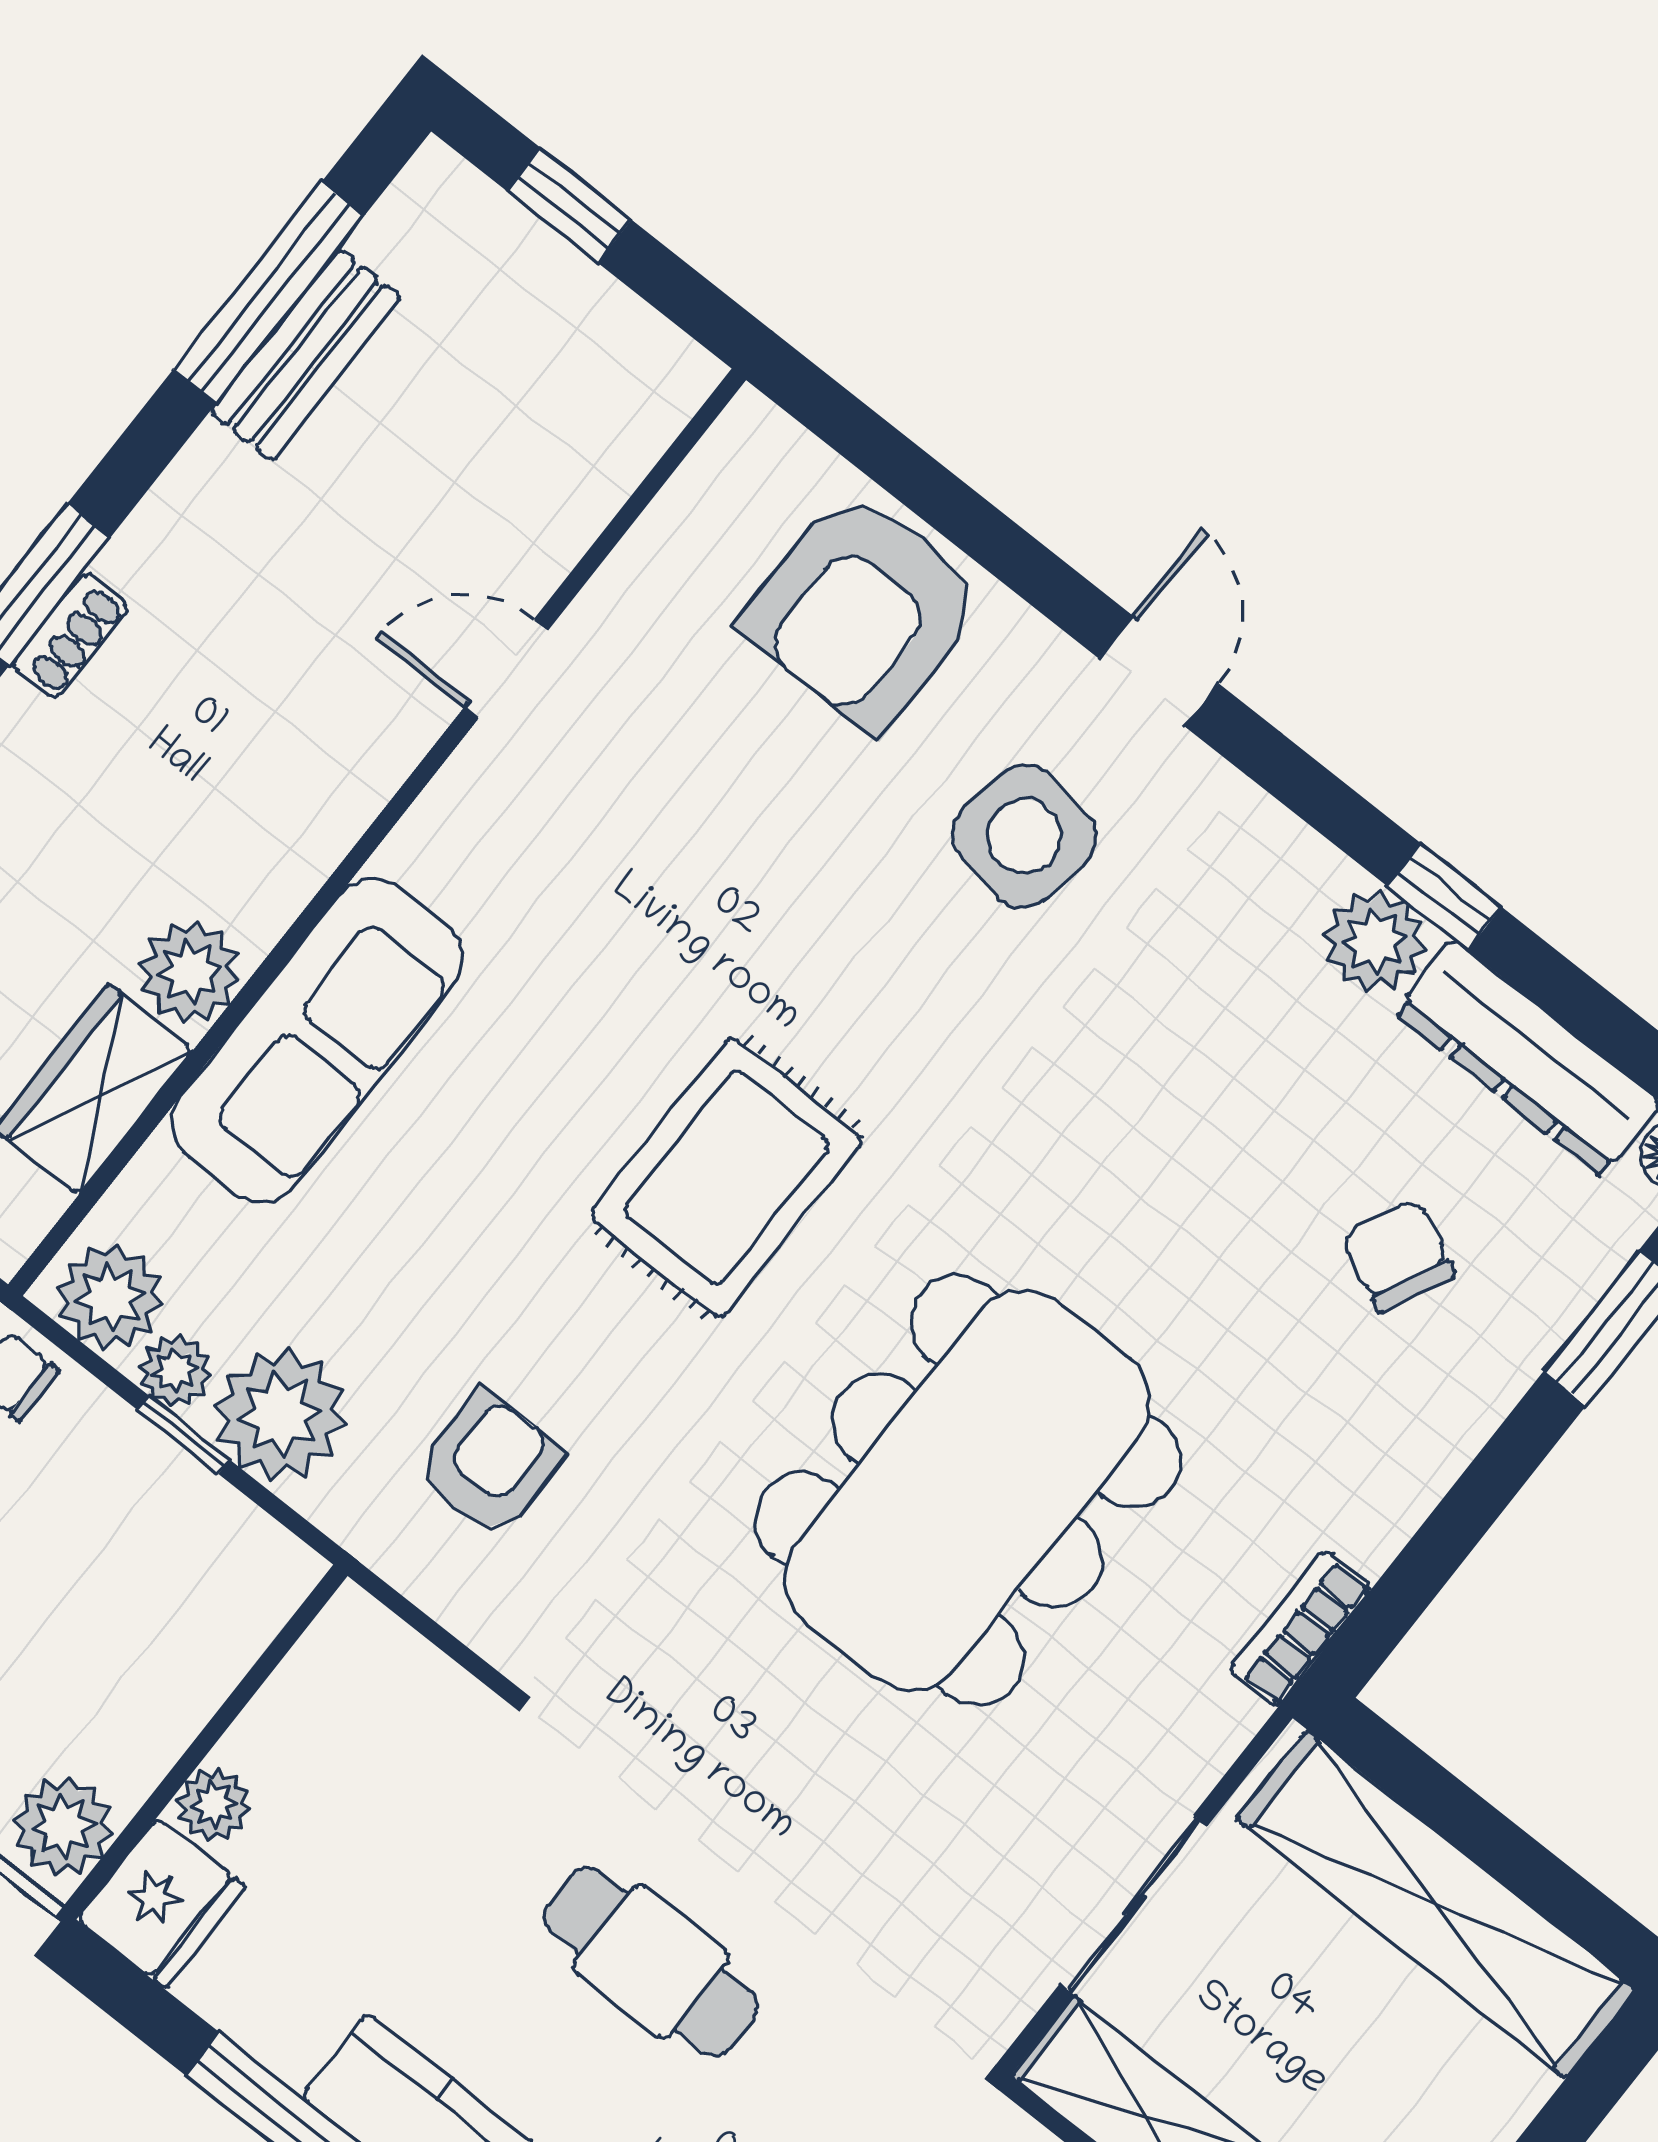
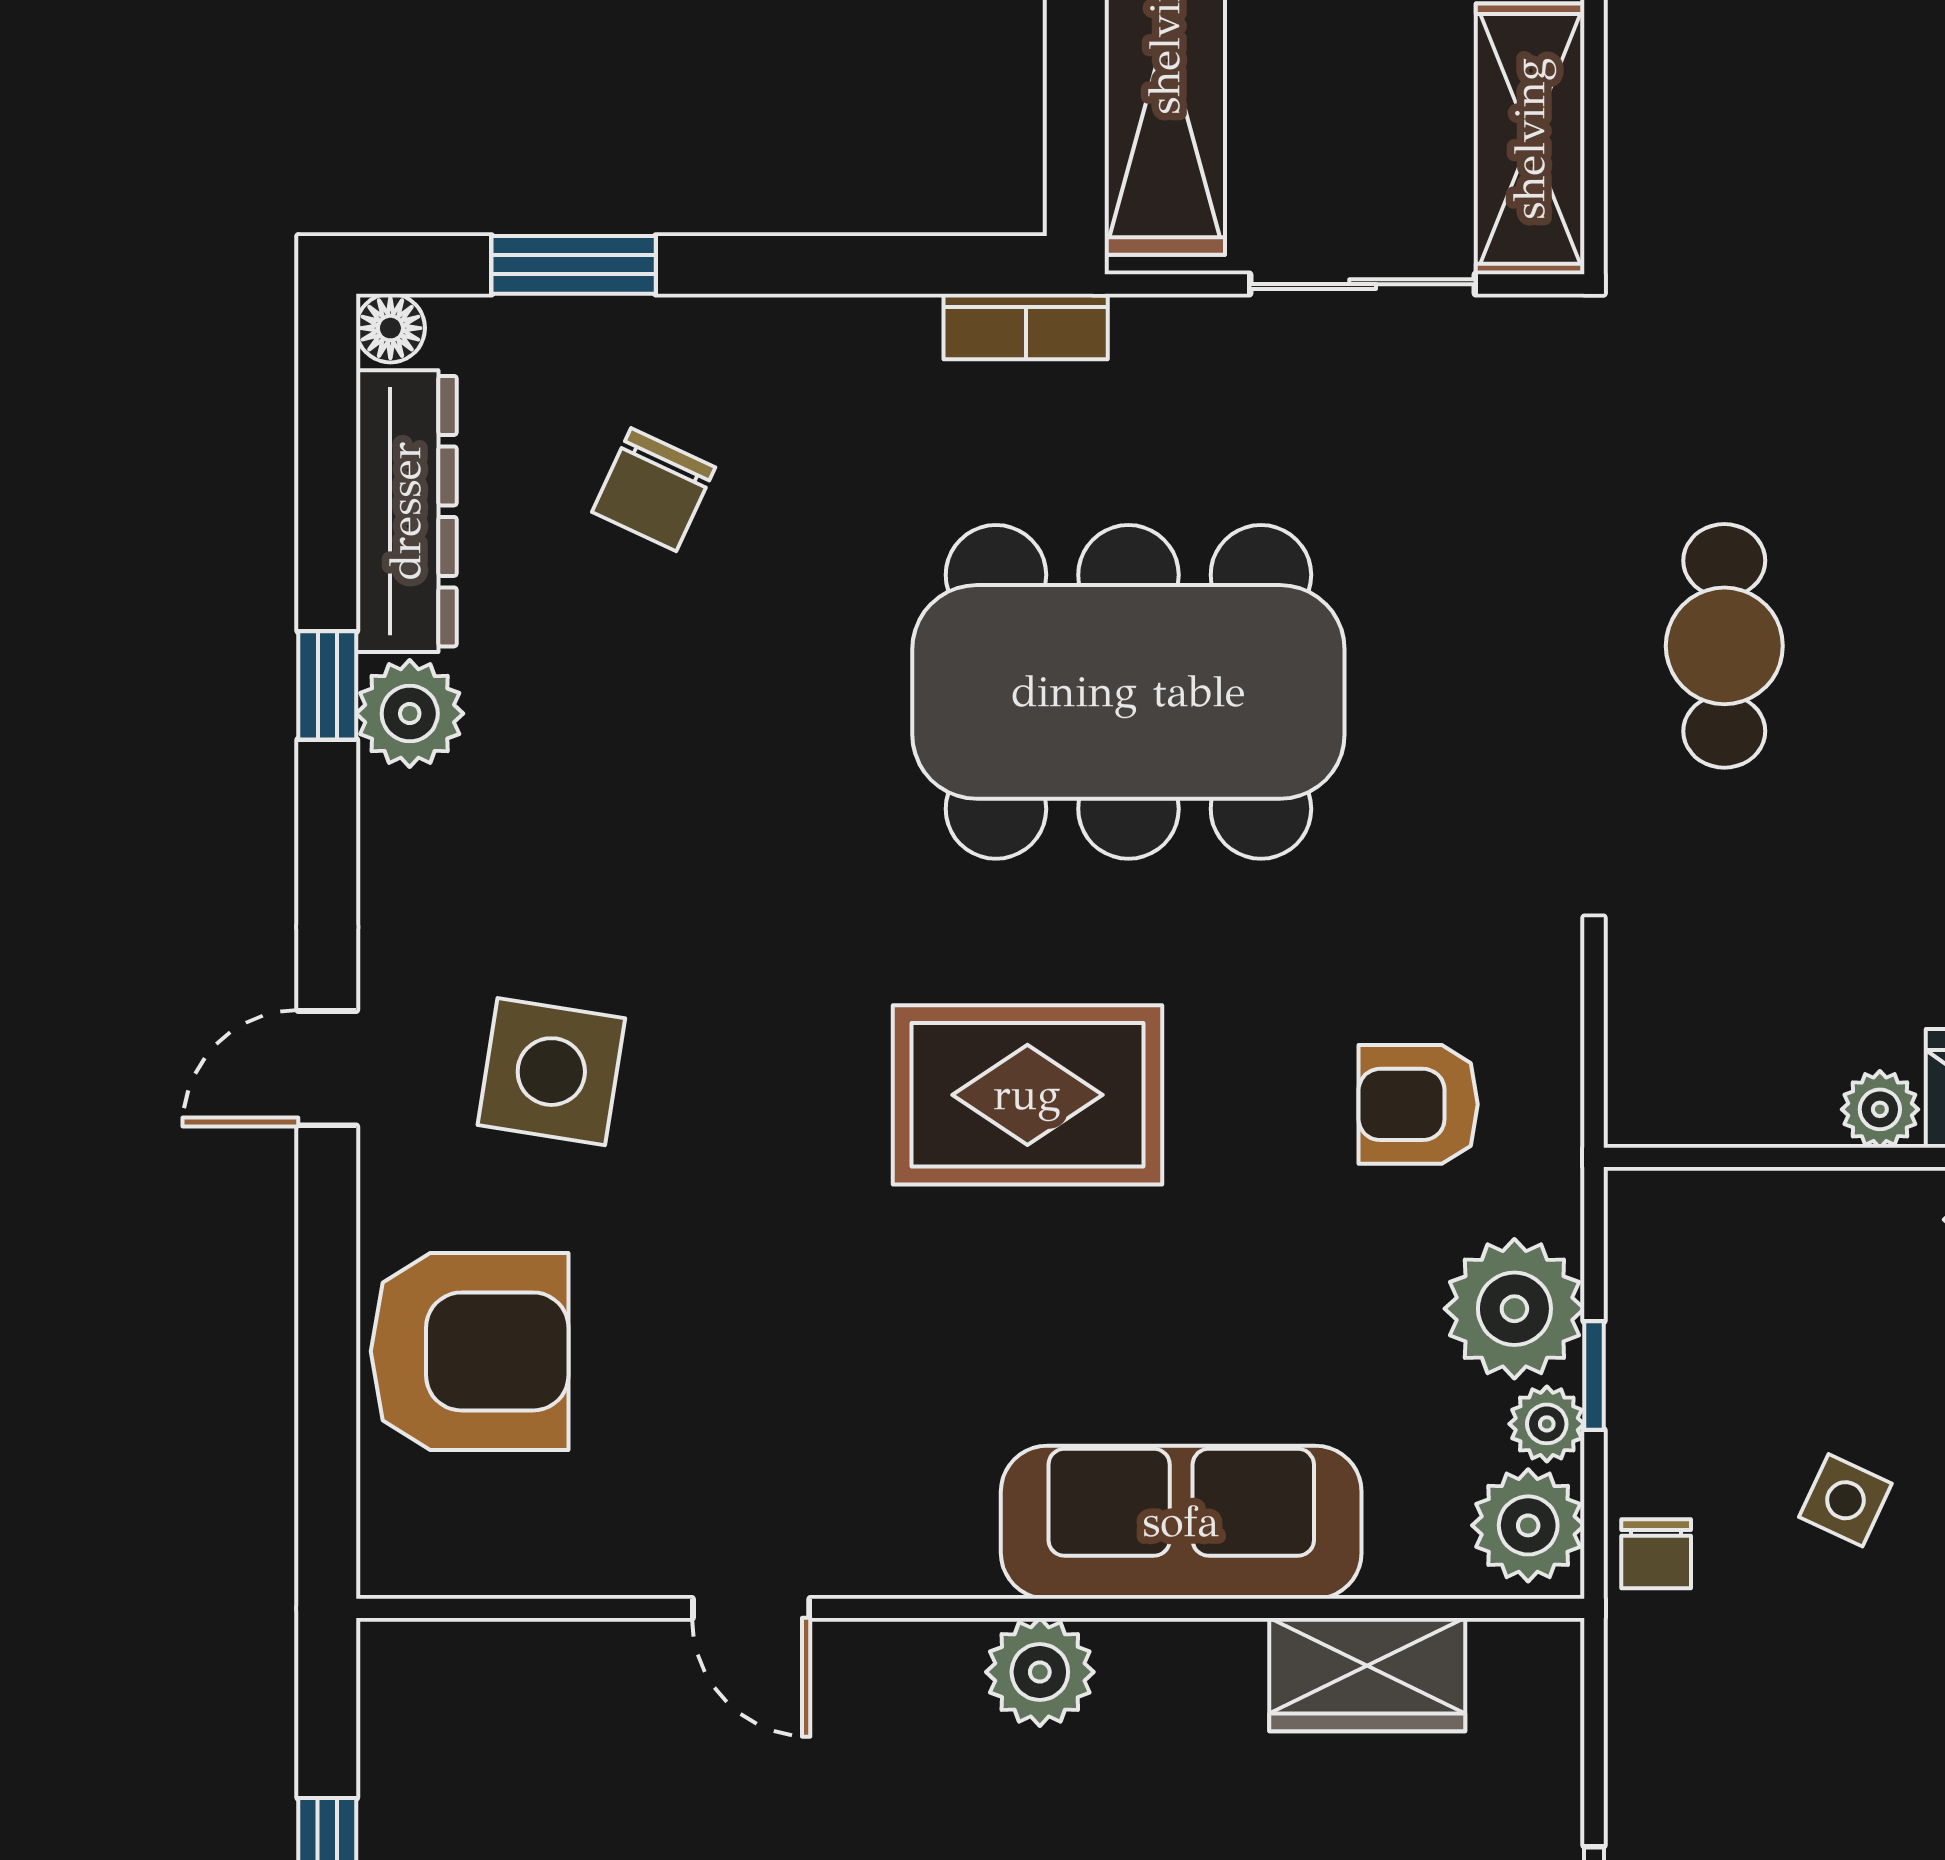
plant: (190, 972) -> (1040, 1672), moved

